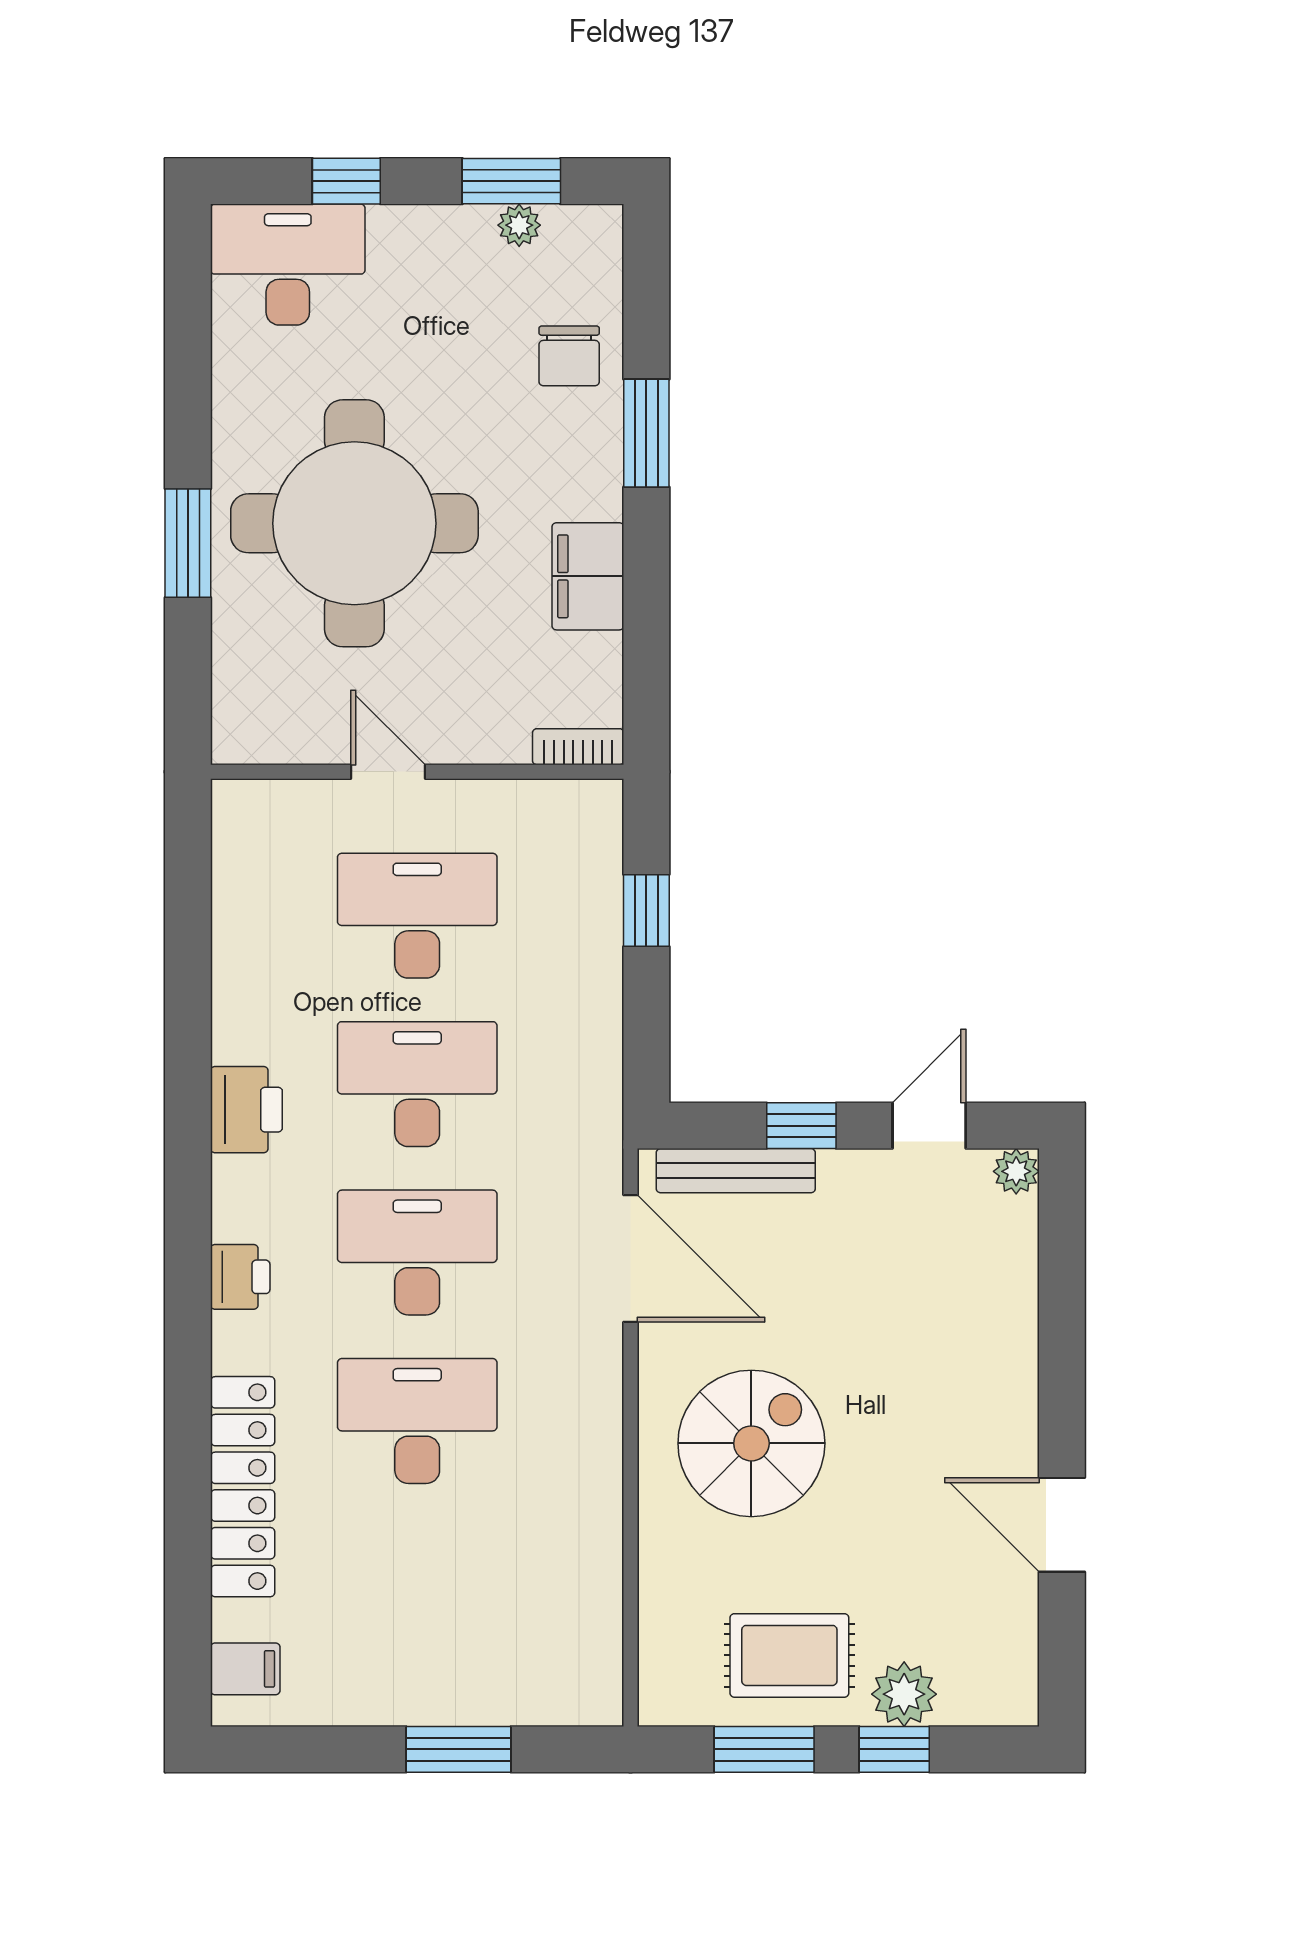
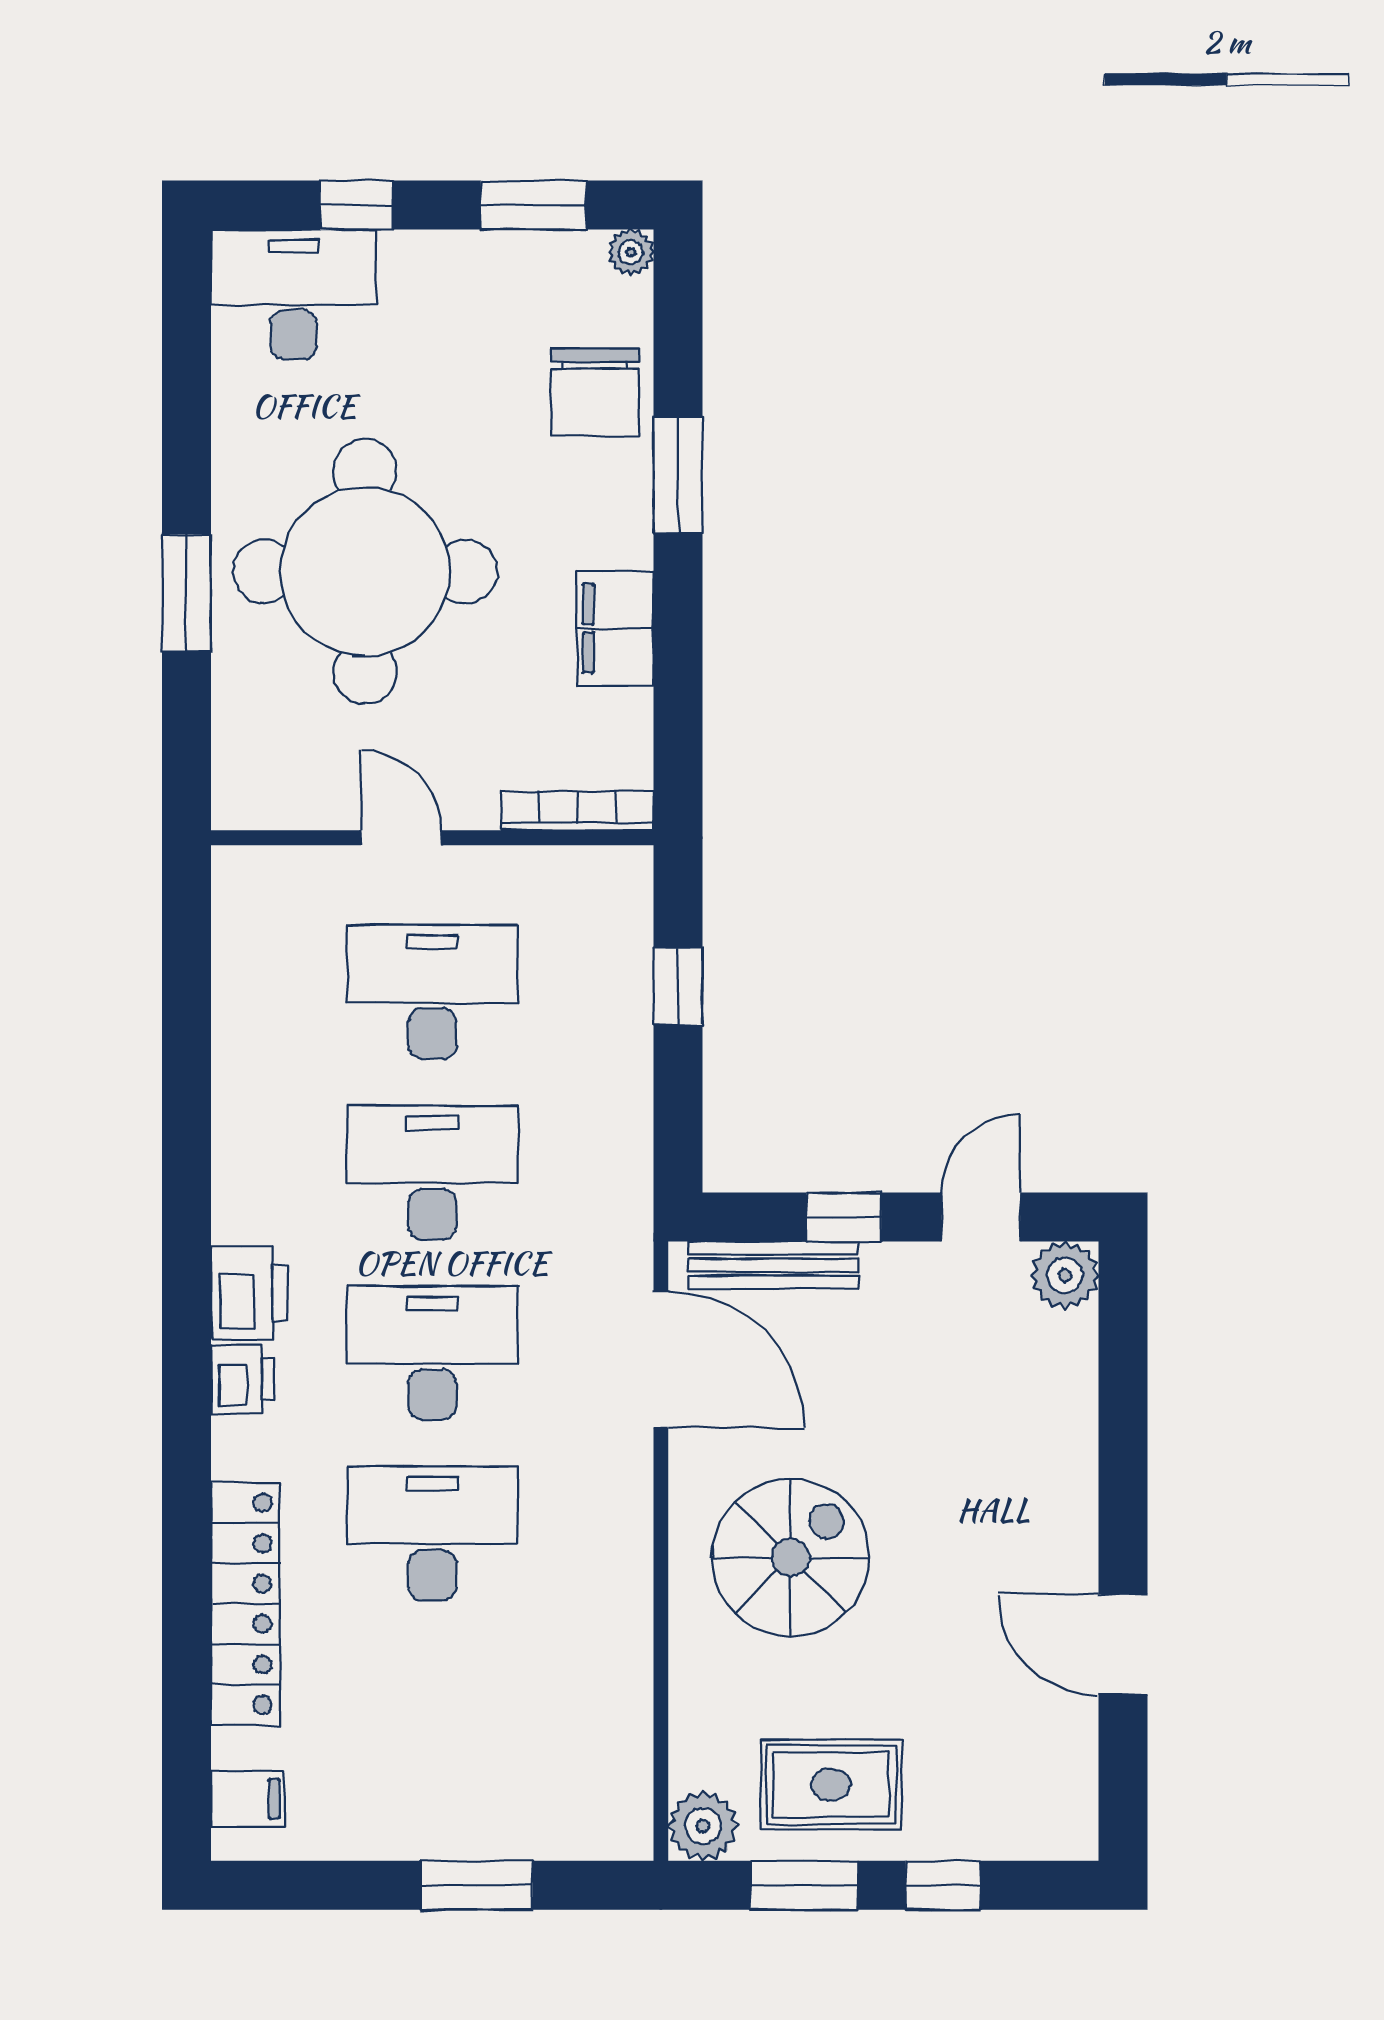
plant: (519, 225) -> (631, 252), moved
chair: (569, 356) -> (595, 392), width x1.37, depth x1.37
bookcase: (578, 747) -> (577, 811), width x1.56
printer: (246, 1110) -> (249, 1293), moved
plant: (1016, 1171) -> (1065, 1275), width x1.38, depth x1.38
plant: (904, 1694) -> (703, 1826), moved

